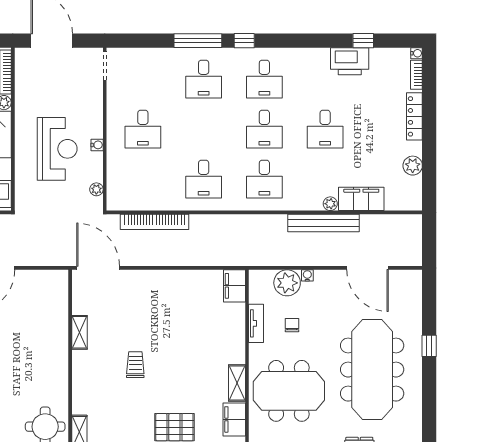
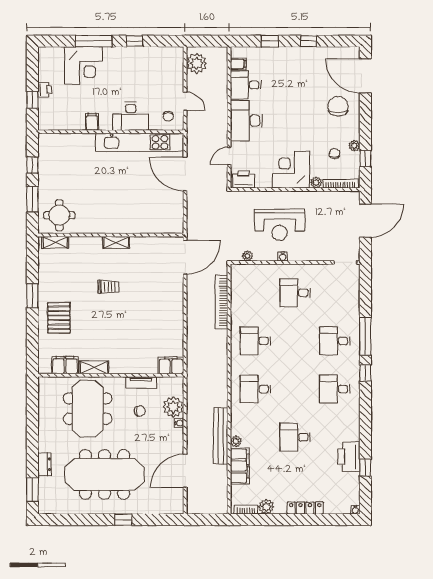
bookcase: (416, 75) -> (246, 510), moved
desk: (264, 129) -> (295, 389), removed
shelving: (79, 332) -> (116, 242), moved

